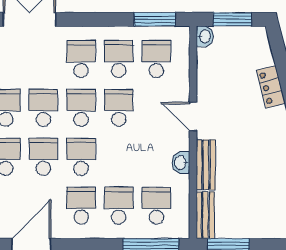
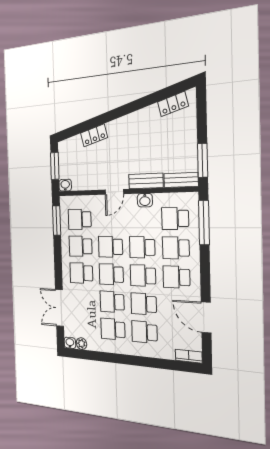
school desk: (119, 157) -> (142, 247), added

